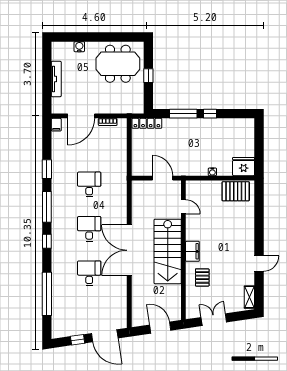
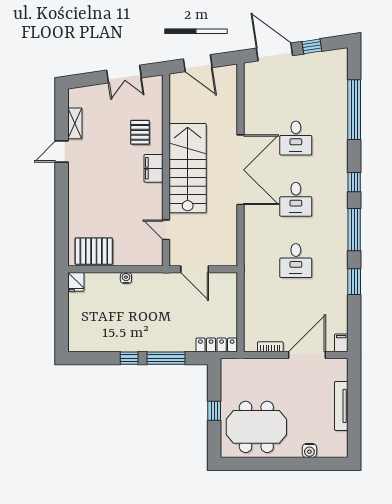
fridge: (244, 167) -> (76, 282), width x0.53, depth x0.75
shelving: (249, 297) -> (75, 123), moved

